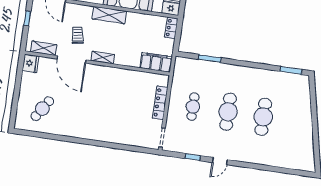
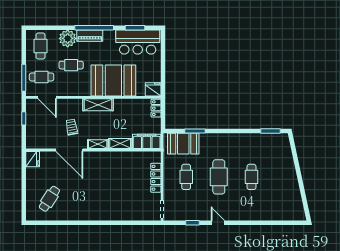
shelving: (44, 48) -> (120, 144), moved
booth: (195, 70) -> (183, 144), added
cafe table: (263, 117) -> (251, 177), width x0.73, depth x0.74
door: (220, 161) -> (218, 223), swing flipped

